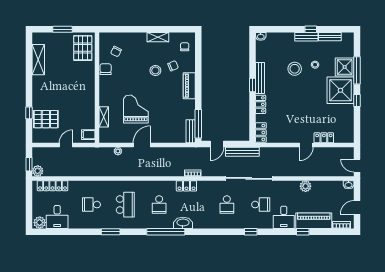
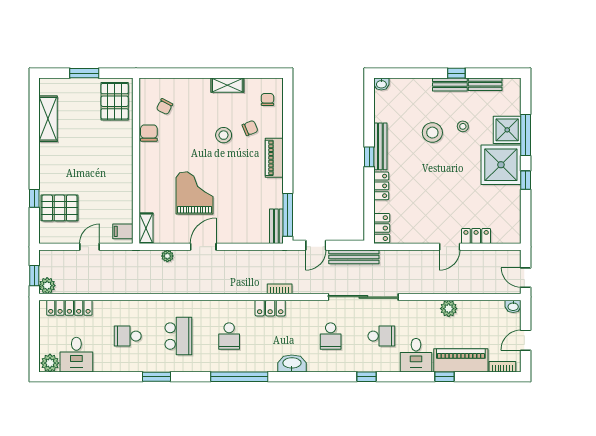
shelving: (104, 117) -> (146, 228), moved
washbasin: (183, 223) -> (292, 363), moved

